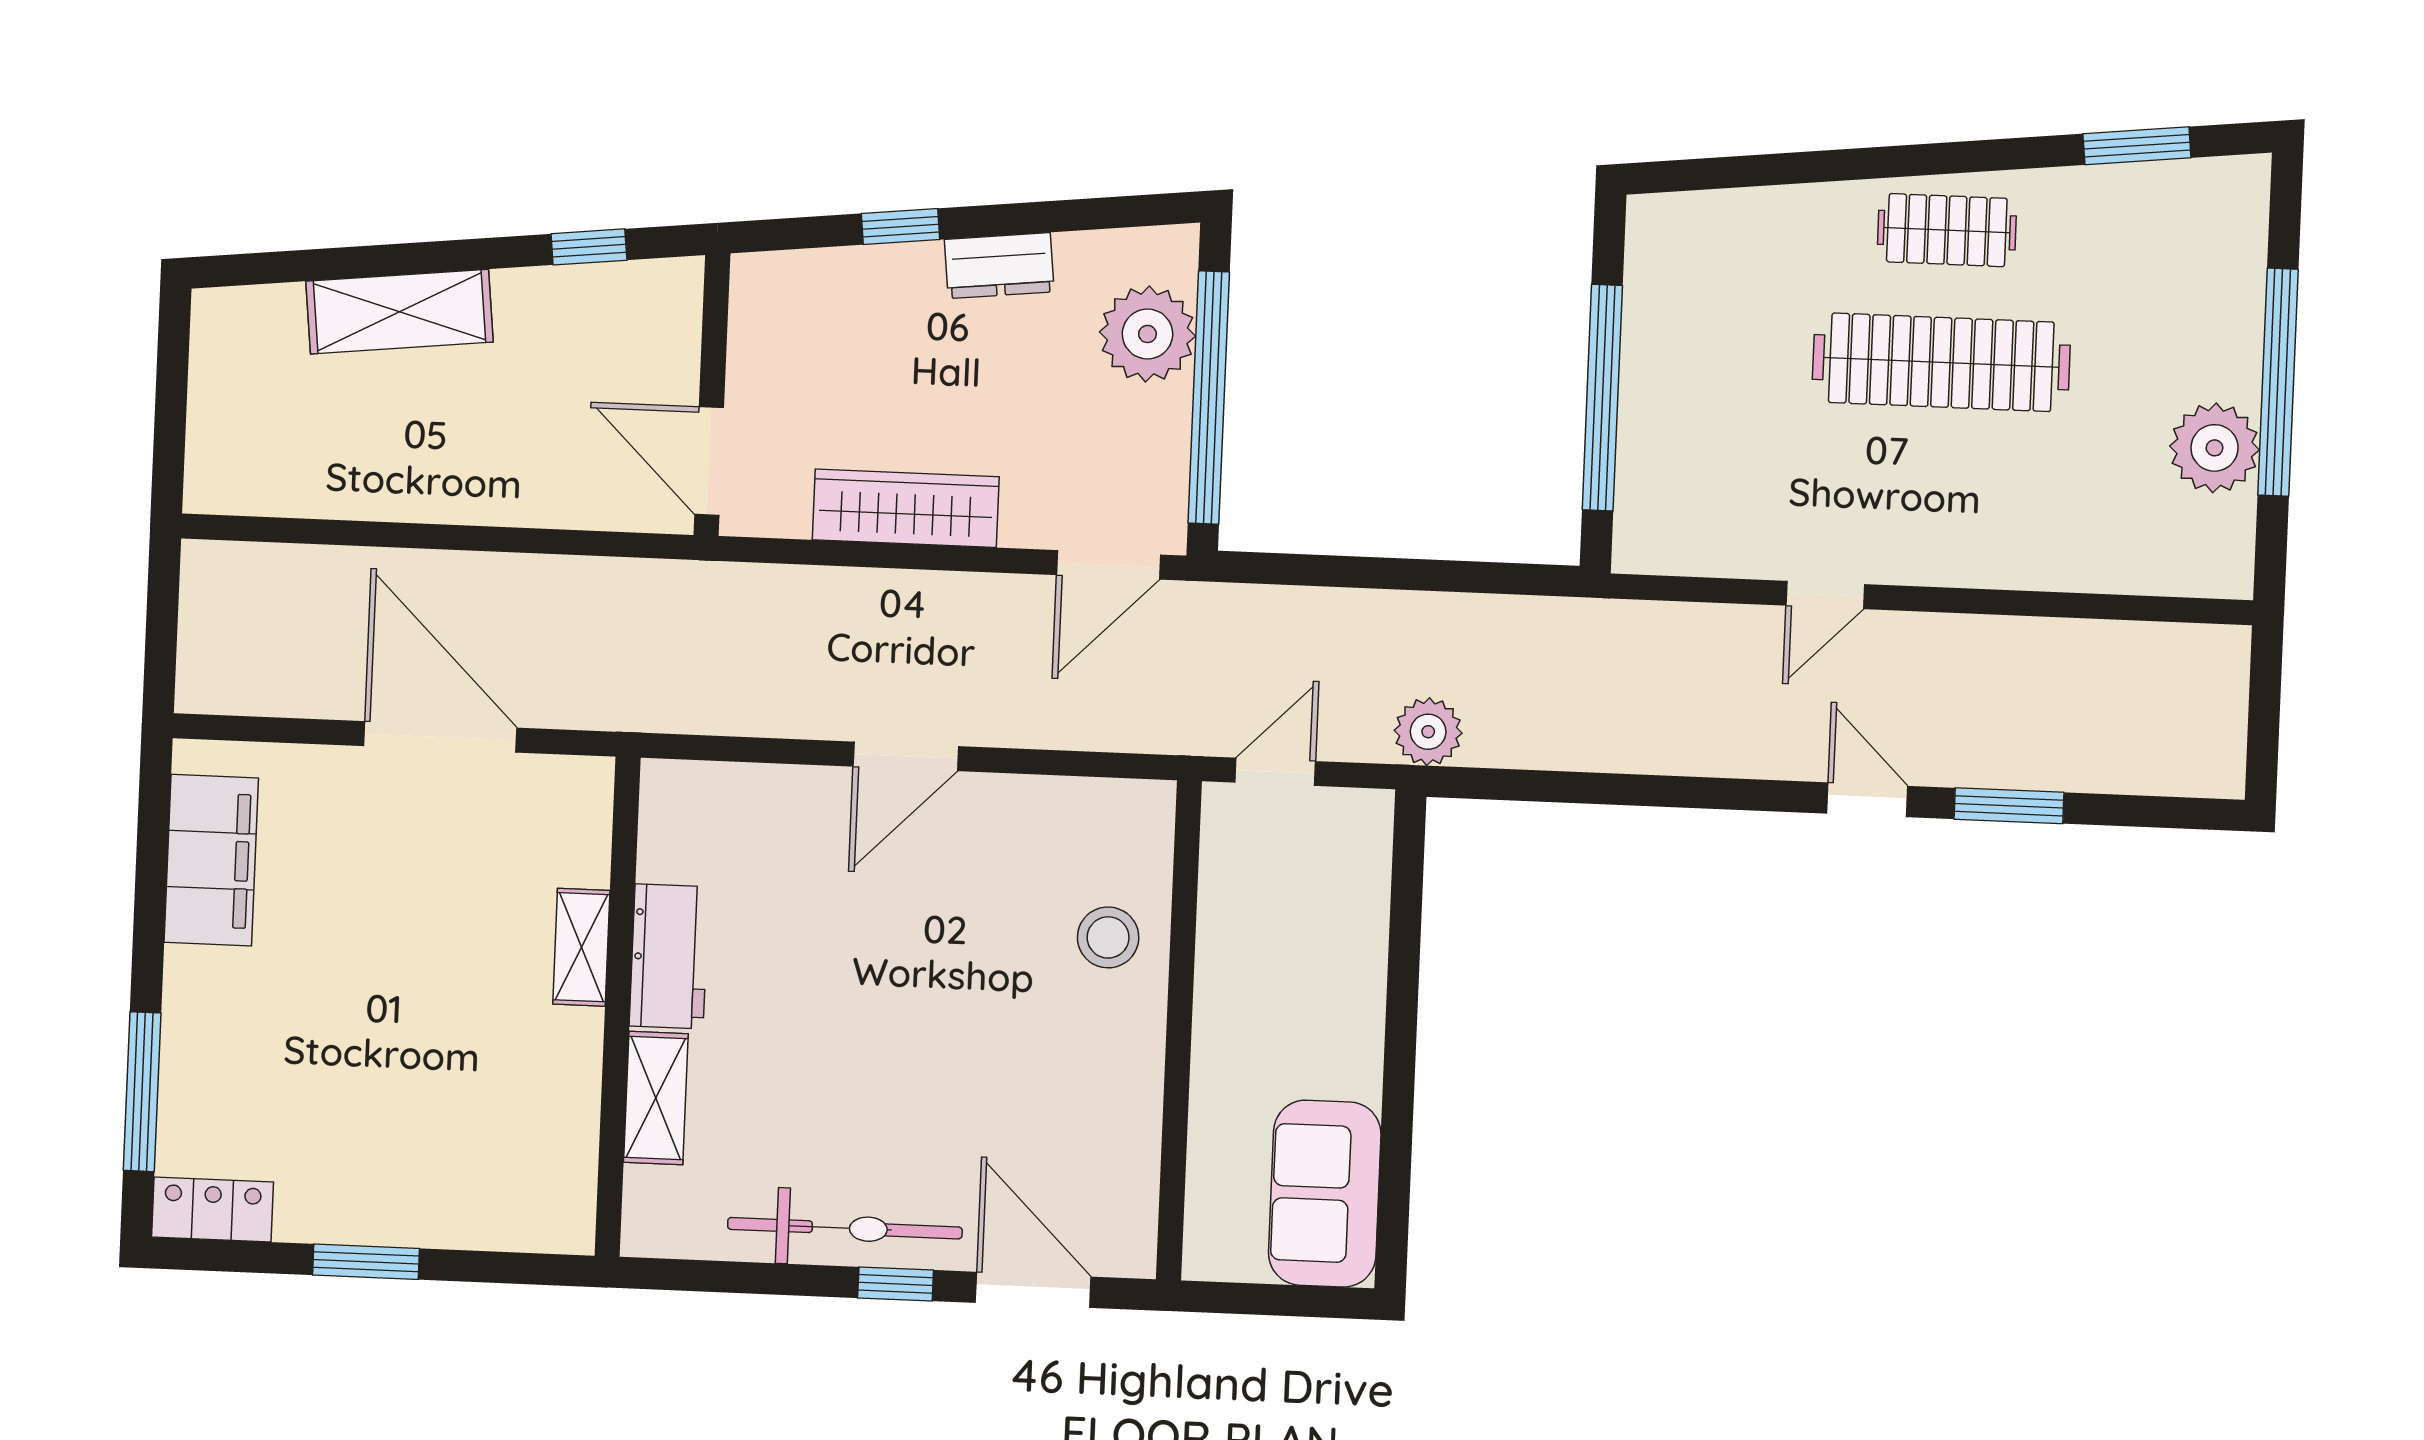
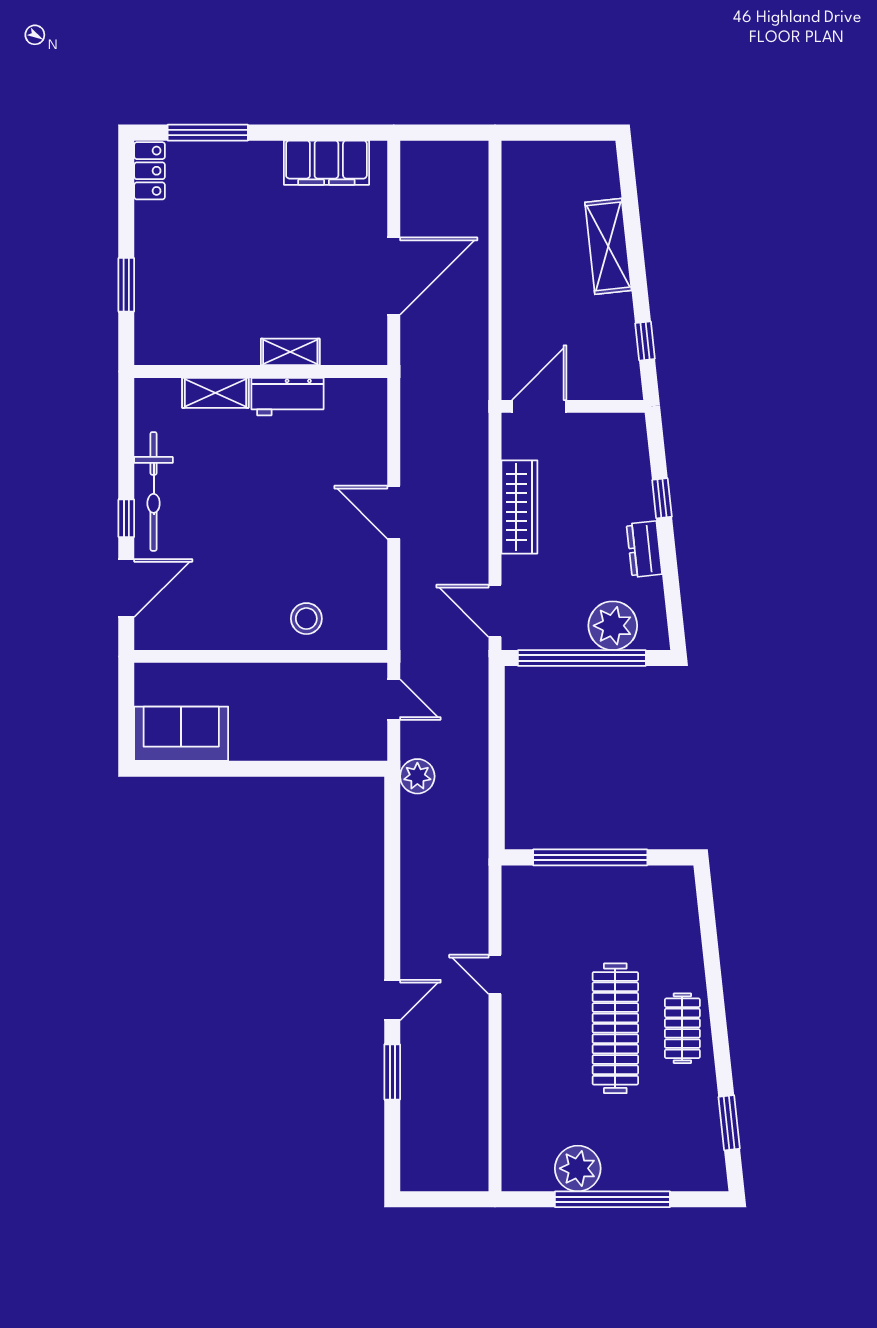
window: (366, 1262) -> (126, 285), moved

